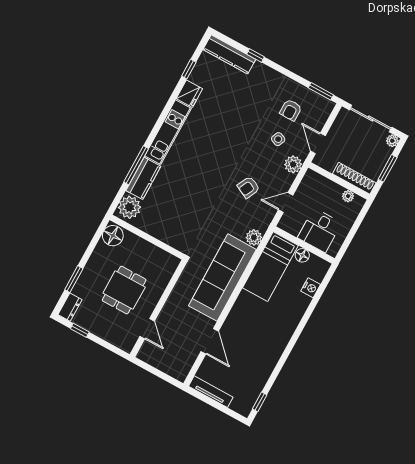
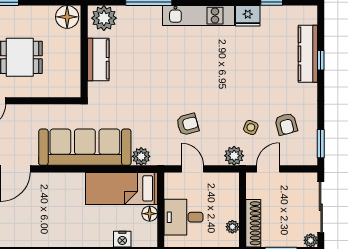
kitchen counter: (229, 54) -> (308, 54), moved
armchair: (291, 110) -> (286, 124), turned -105
kitchen counter: (143, 178) -> (98, 59), moved, turned -90
armchair: (249, 187) -> (188, 124), turned 139

